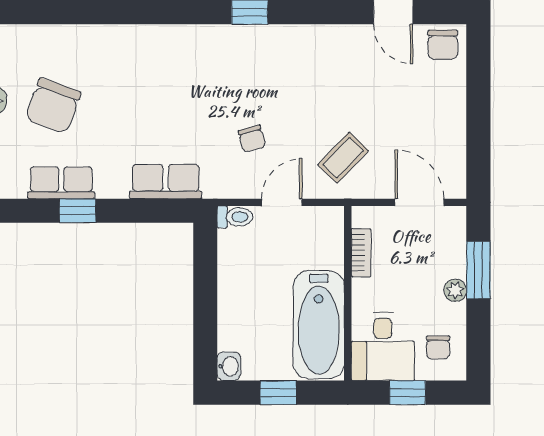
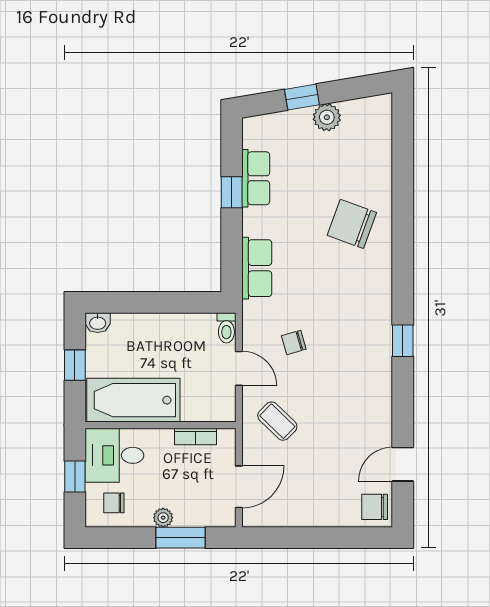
chair: (53, 106) -> (352, 224), moved

